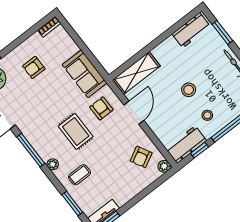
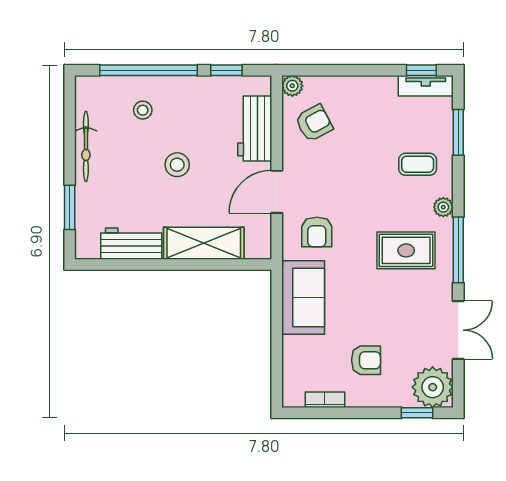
bookcase: (49, 27) -> (325, 400), moved
workbench: (191, 30) -> (131, 244), moved
shelving: (136, 73) -> (204, 243), moved
stool: (207, 115) -> (143, 110), moved
rug: (76, 131) -> (406, 250), moved, turned 90
workbench: (186, 145) -> (255, 128), moved, turned 90

